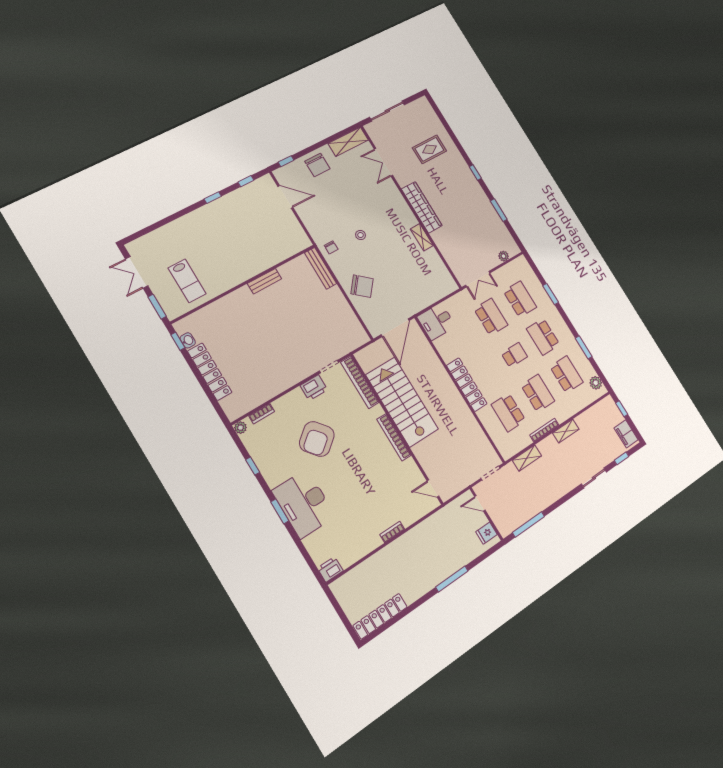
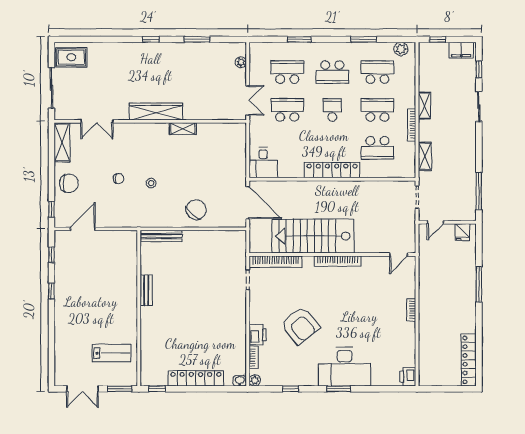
rug: (429, 149) -> (71, 57), moved, turned 90
chair: (331, 247) -> (118, 179), moved
washbasin: (188, 340) -> (240, 381), moved
printer: (314, 388) -> (258, 335), moved

